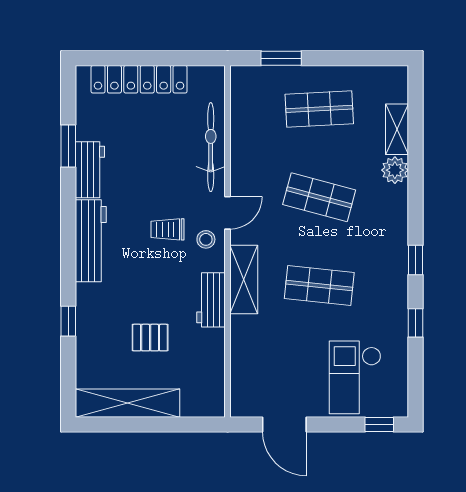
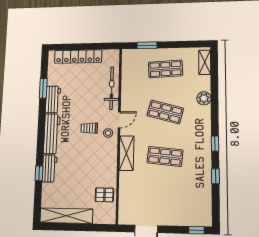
shelving: (397, 129) -> (205, 62), moved
workbench: (211, 300) -> (50, 168), moved, turned 180
pallet: (150, 338) -> (104, 195), moved
checkout: (355, 377) -> (184, 205), removed

